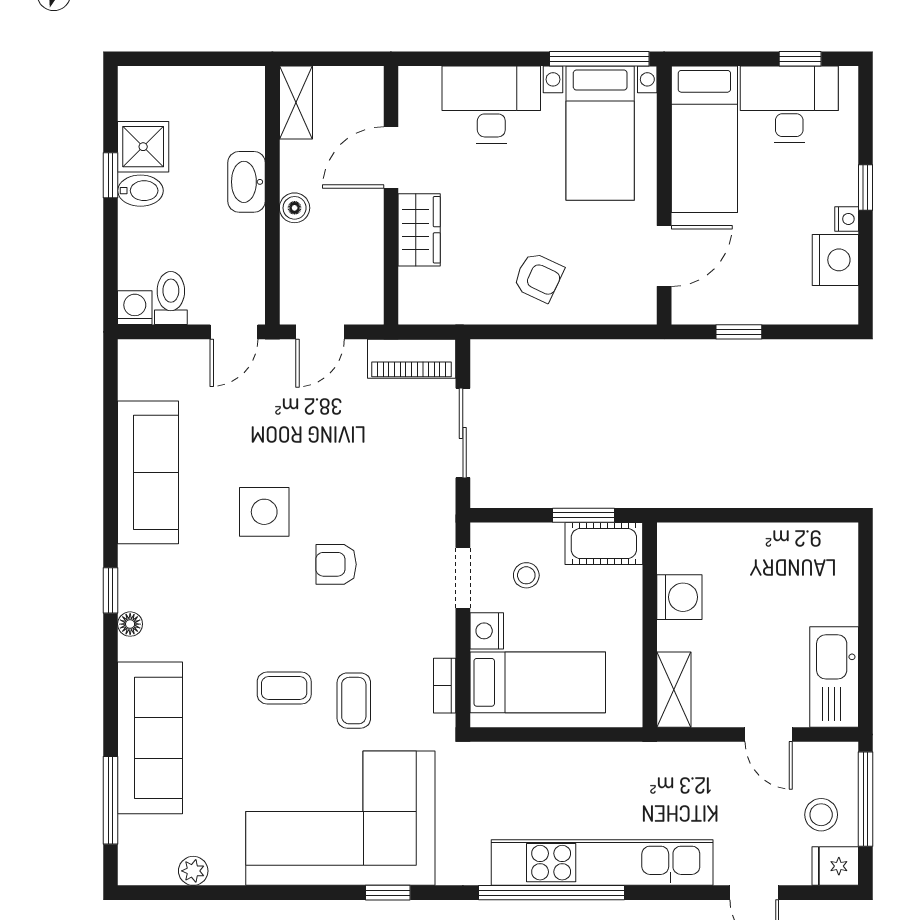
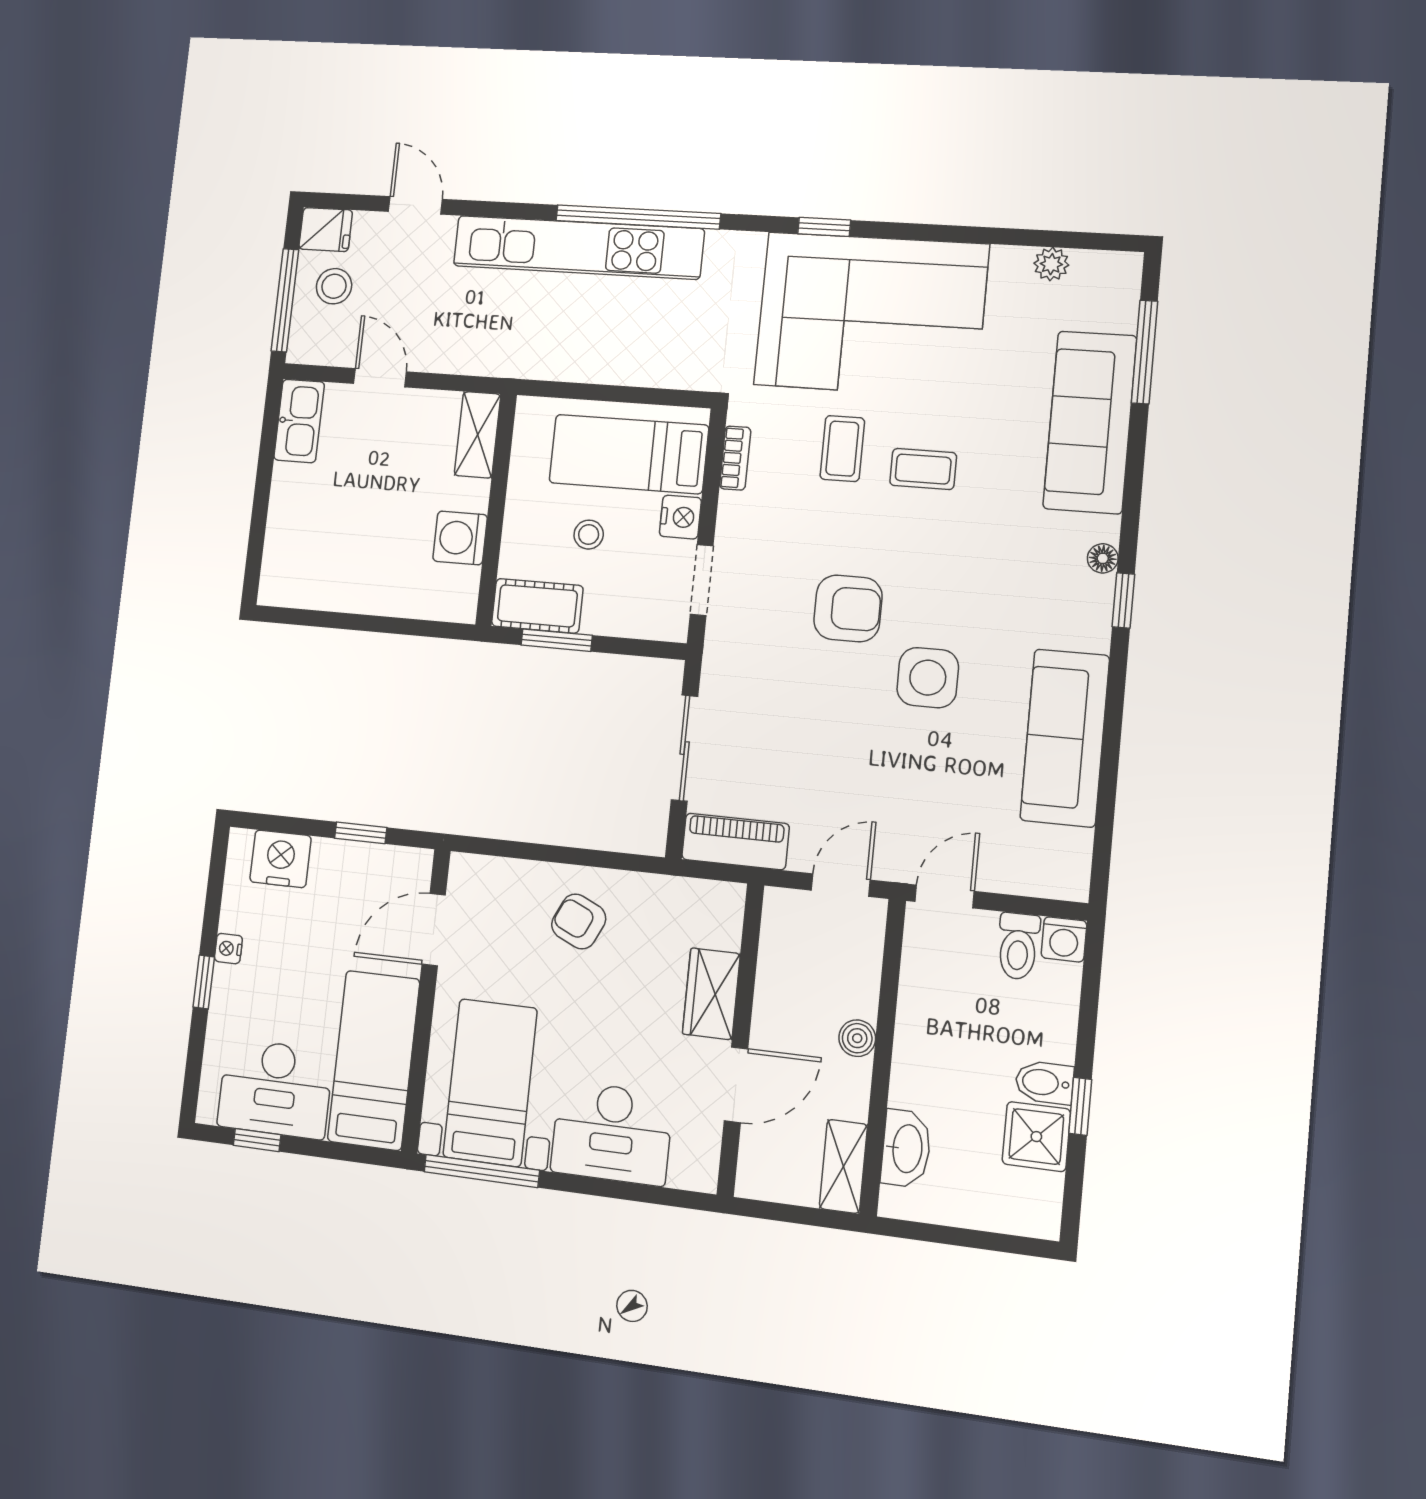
washbasin: (247, 182) -> (906, 1149), moved
nightstand: (835, 260) -> (281, 859), moved, turned 90
armchair: (336, 564) -> (848, 608), width x1.38, depth x1.38
stool: (526, 575) -> (589, 535), moved
kitchen sink: (834, 677) -> (299, 421), width x0.73, depth x0.81

